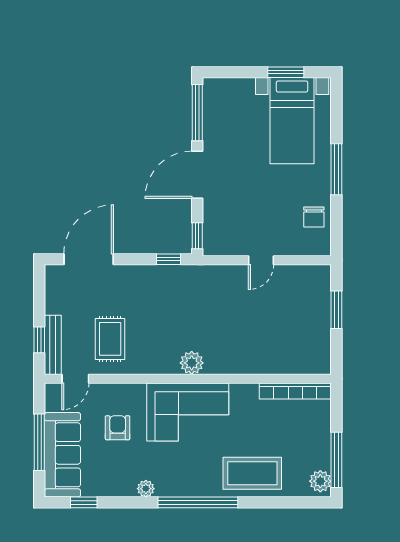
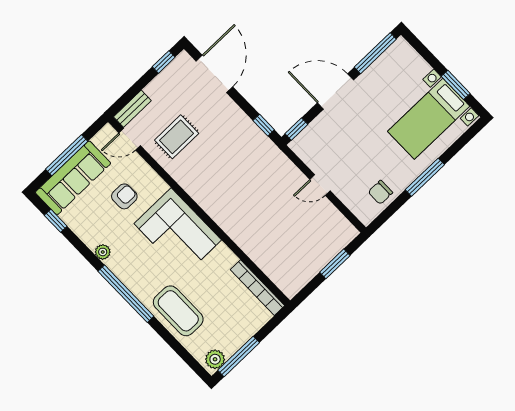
door: (89, 259) -> (214, 74), hinge flipped
window: (39, 340) -> (164, 62), moved
bench: (53, 345) -> (132, 109), width x0.73
plant: (192, 363) -> (212, 204), removed

